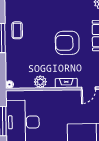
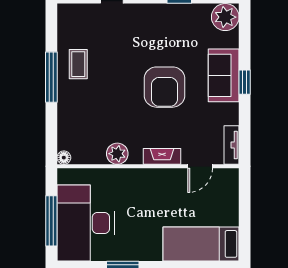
armchair: (67, 43) -> (165, 87), turned -90

